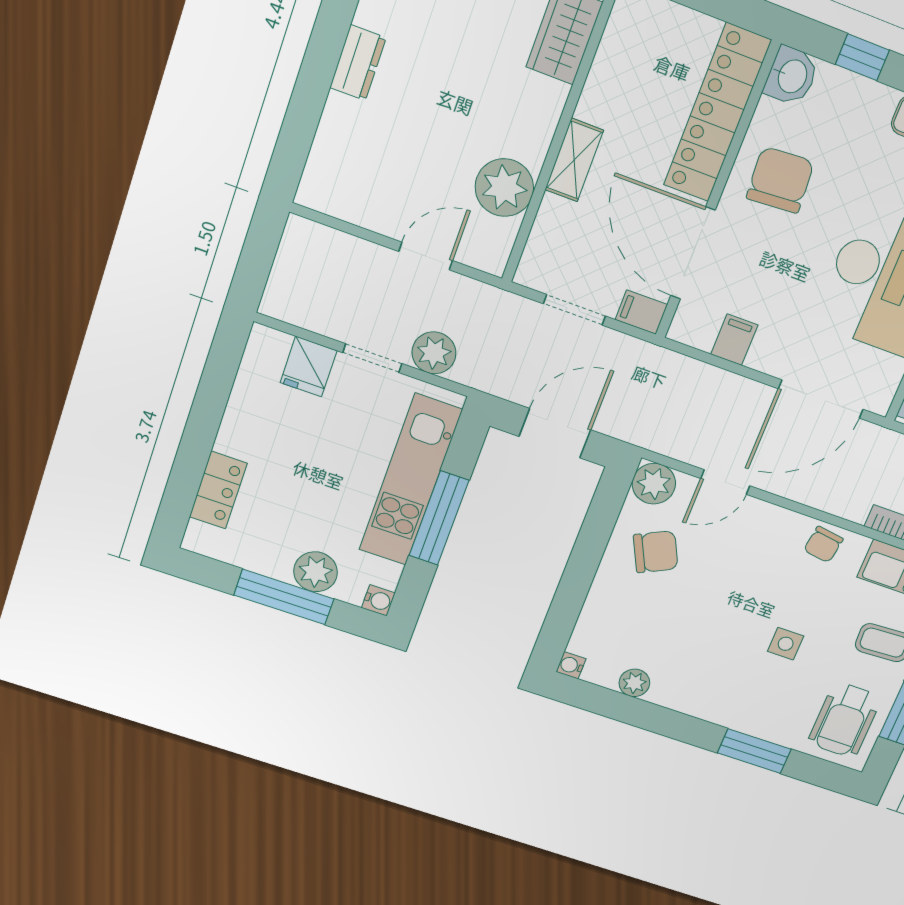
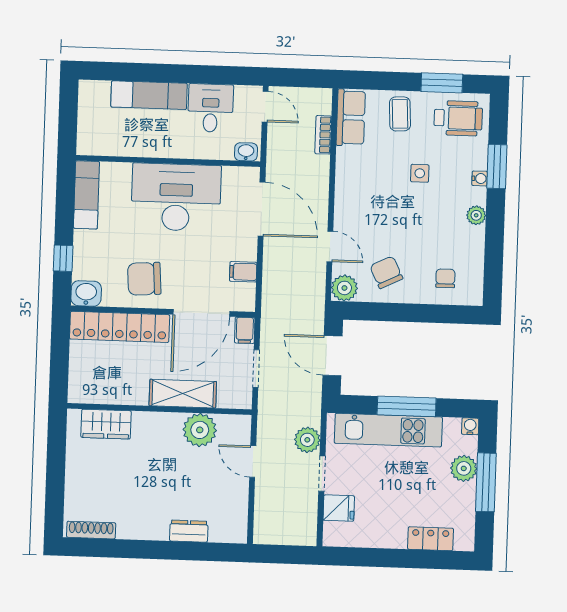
dresser: (358, 63) -> (189, 531), moved
shelving: (574, 160) -> (183, 394), width x1.50, depth x1.33
chair: (823, 544) -> (445, 278), moved, turned -98
water cooler: (571, 665) -> (480, 178), moved, turned -90
plant: (634, 683) -> (476, 215), moved

